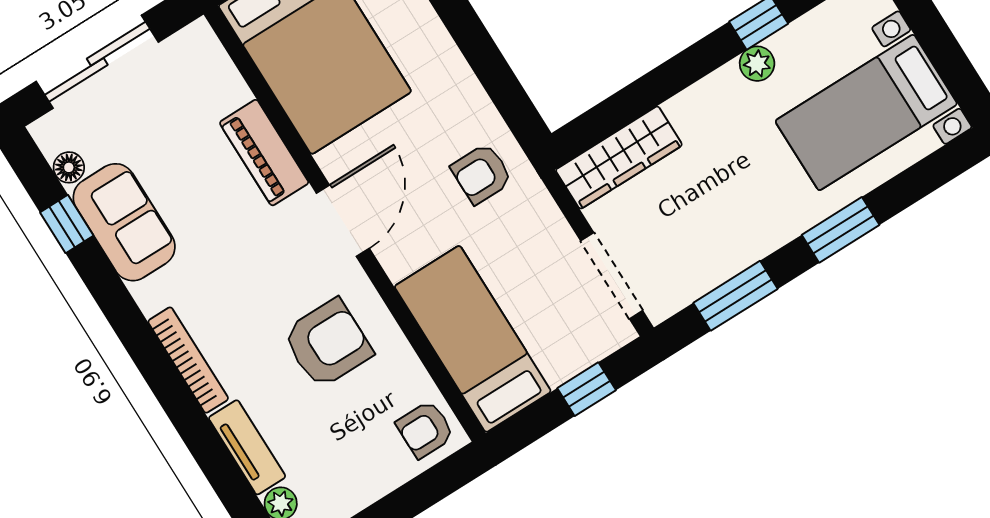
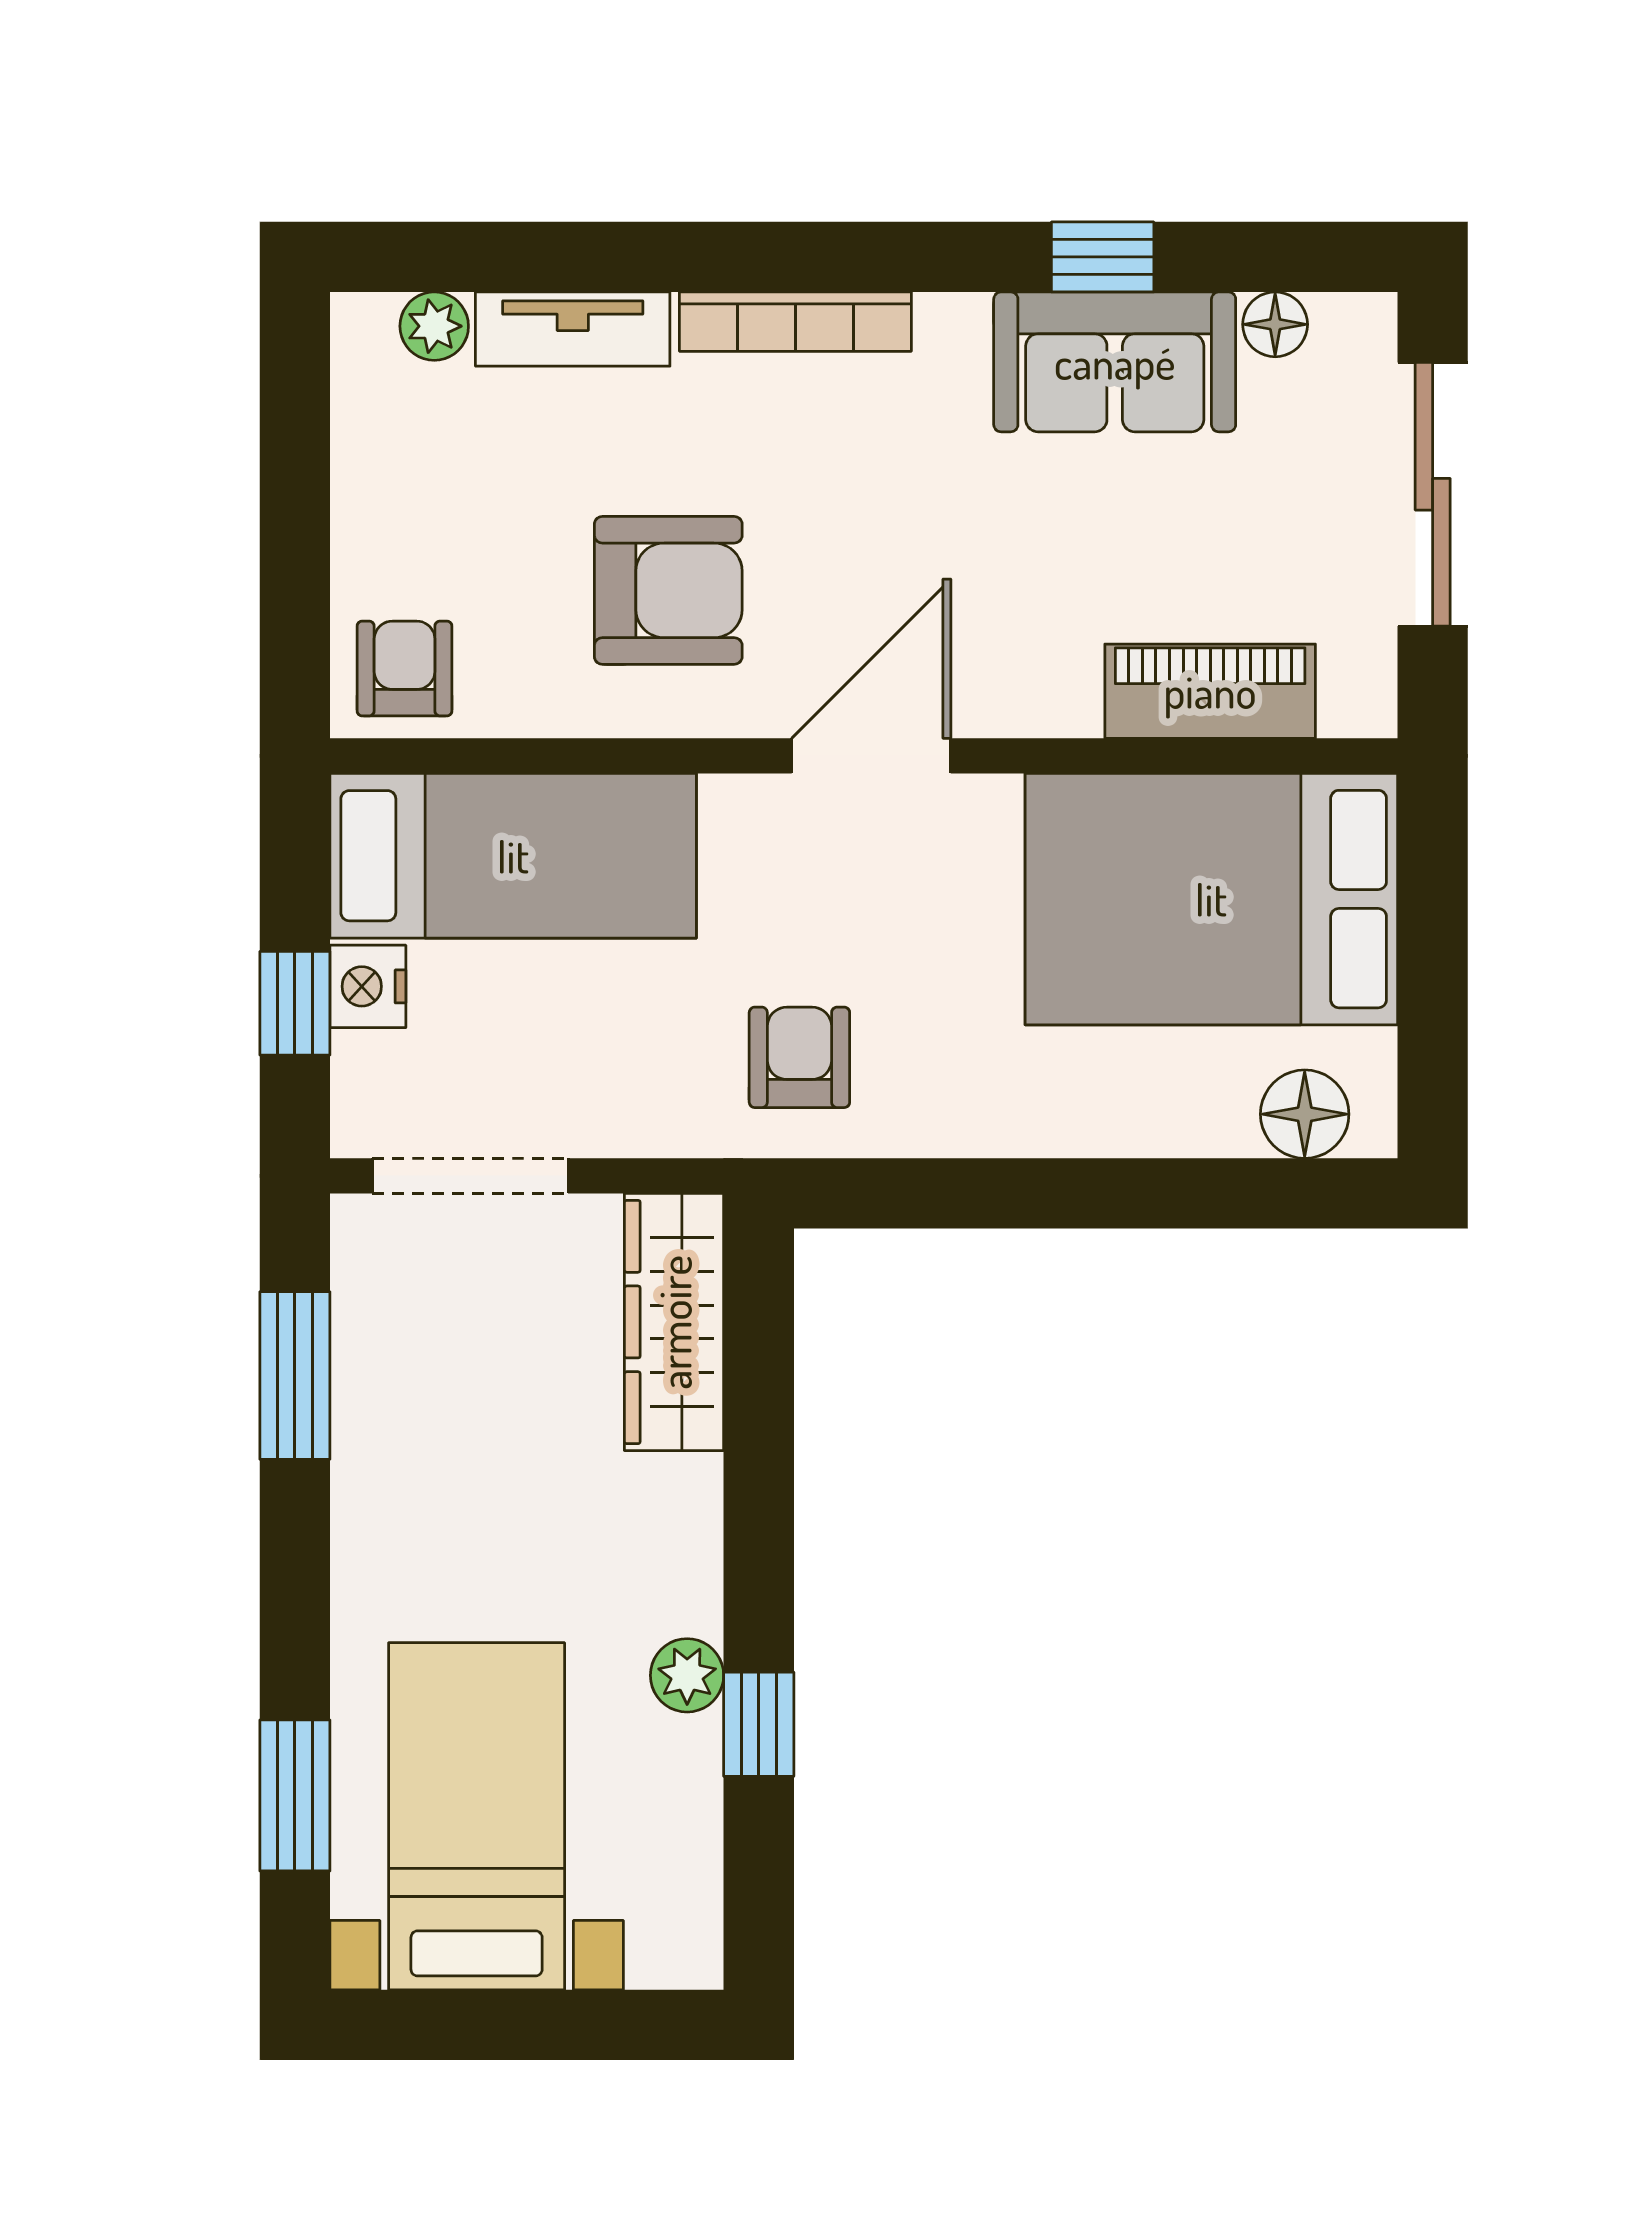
piano: (264, 153) -> (1210, 691), moved
door: (343, 221) -> (871, 756), swing flipped
window: (67, 224) -> (1103, 257), moved
window: (841, 230) -> (295, 1795), moved
armchair: (328, 343) -> (668, 590), turned -90
nightstand: (561, 364) -> (368, 986), added

